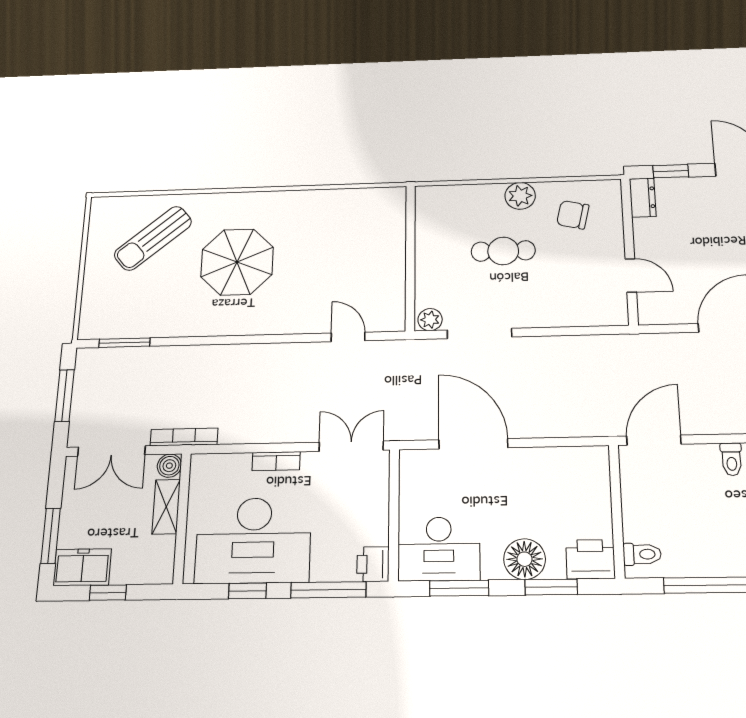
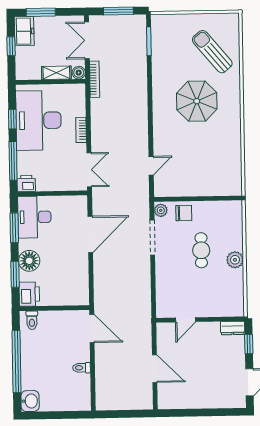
chair: (573, 215) -> (184, 213), moved, turned 77

